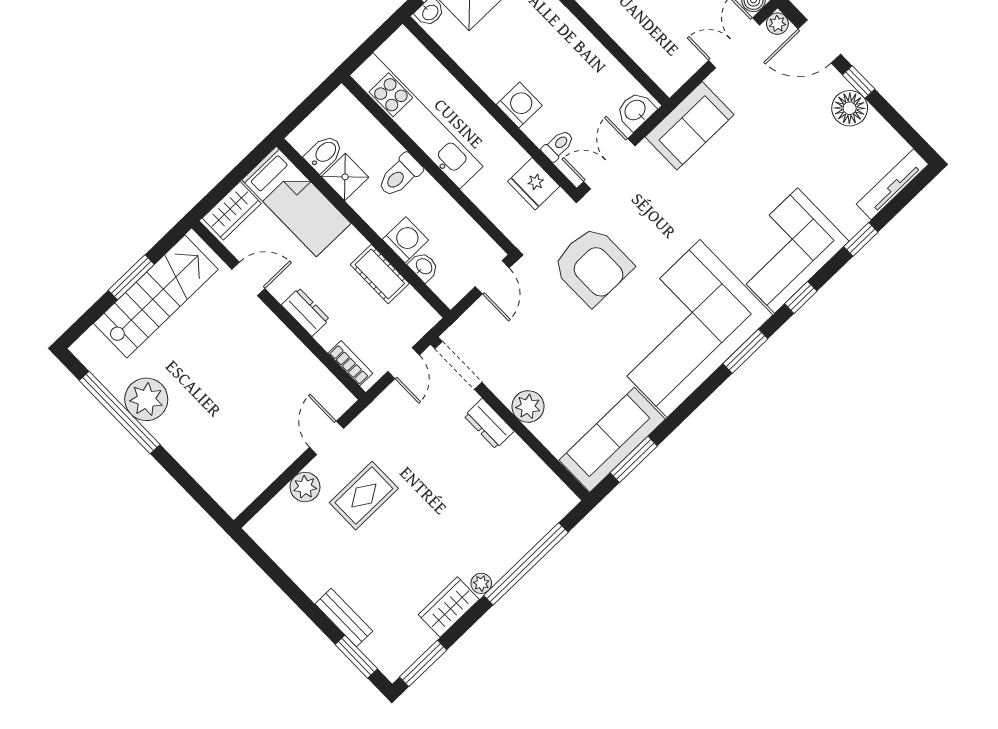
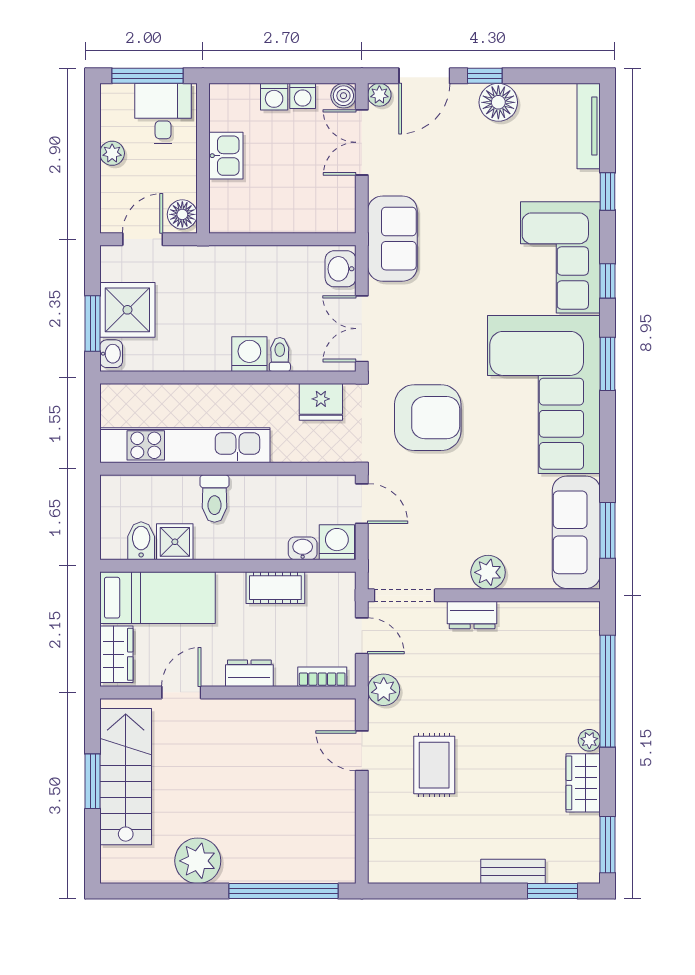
toilet: (558, 145) -> (280, 355), moved
washing machine: (405, 240) -> (337, 542), moved
window: (120, 412) -> (284, 891), moved
plant: (305, 487) -> (384, 690), moved

